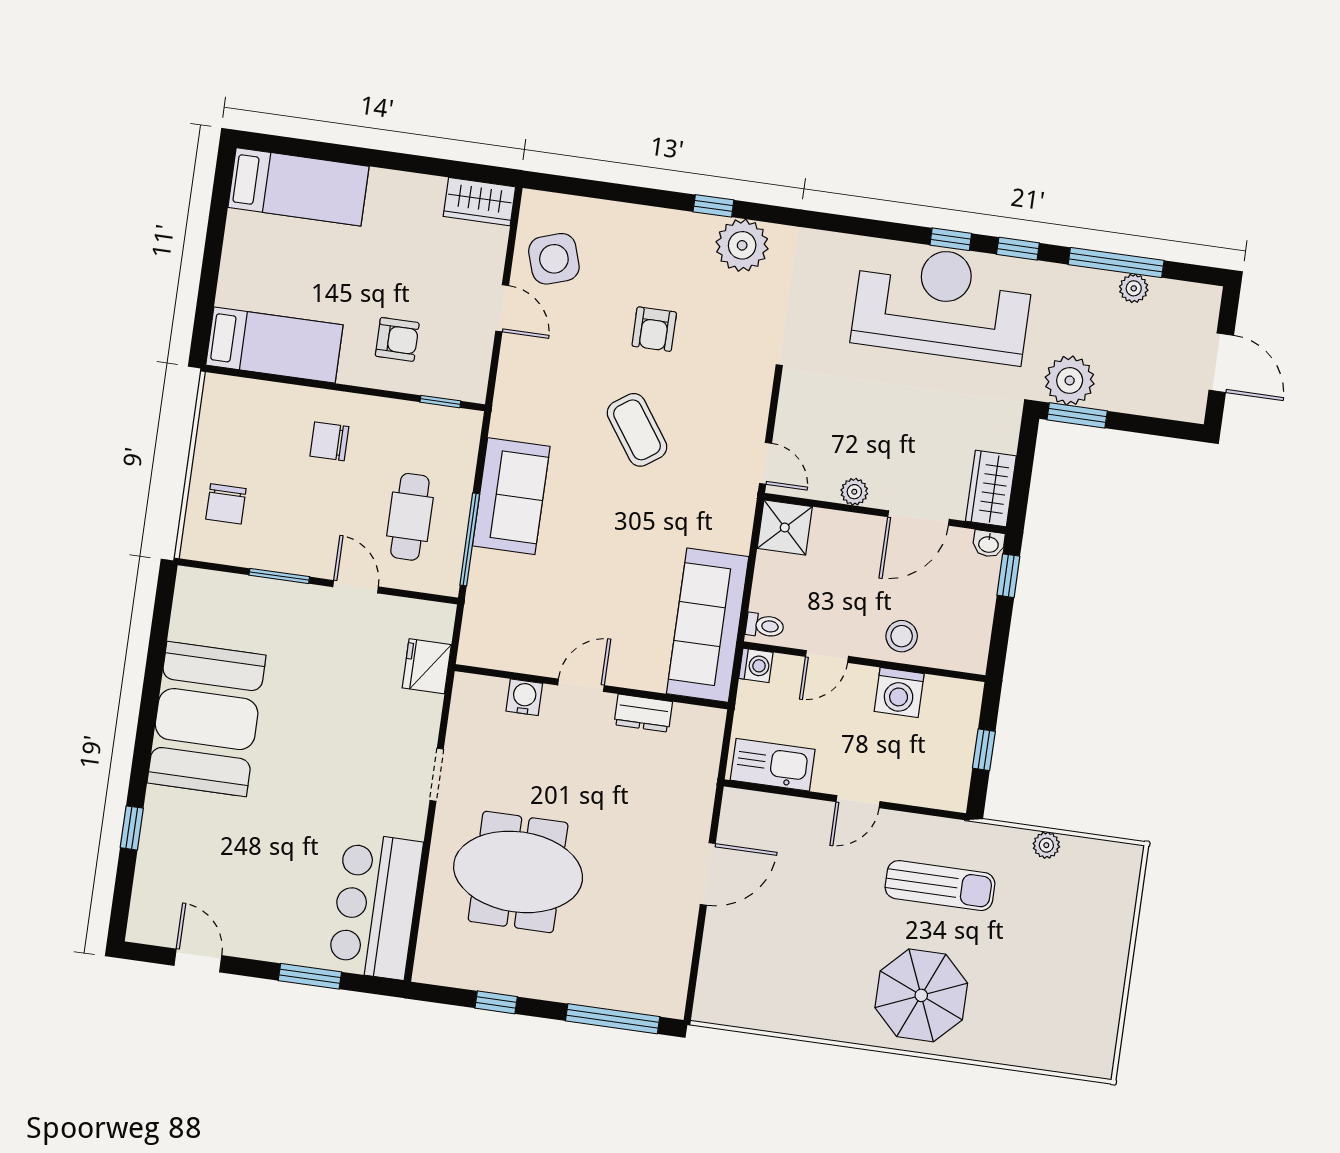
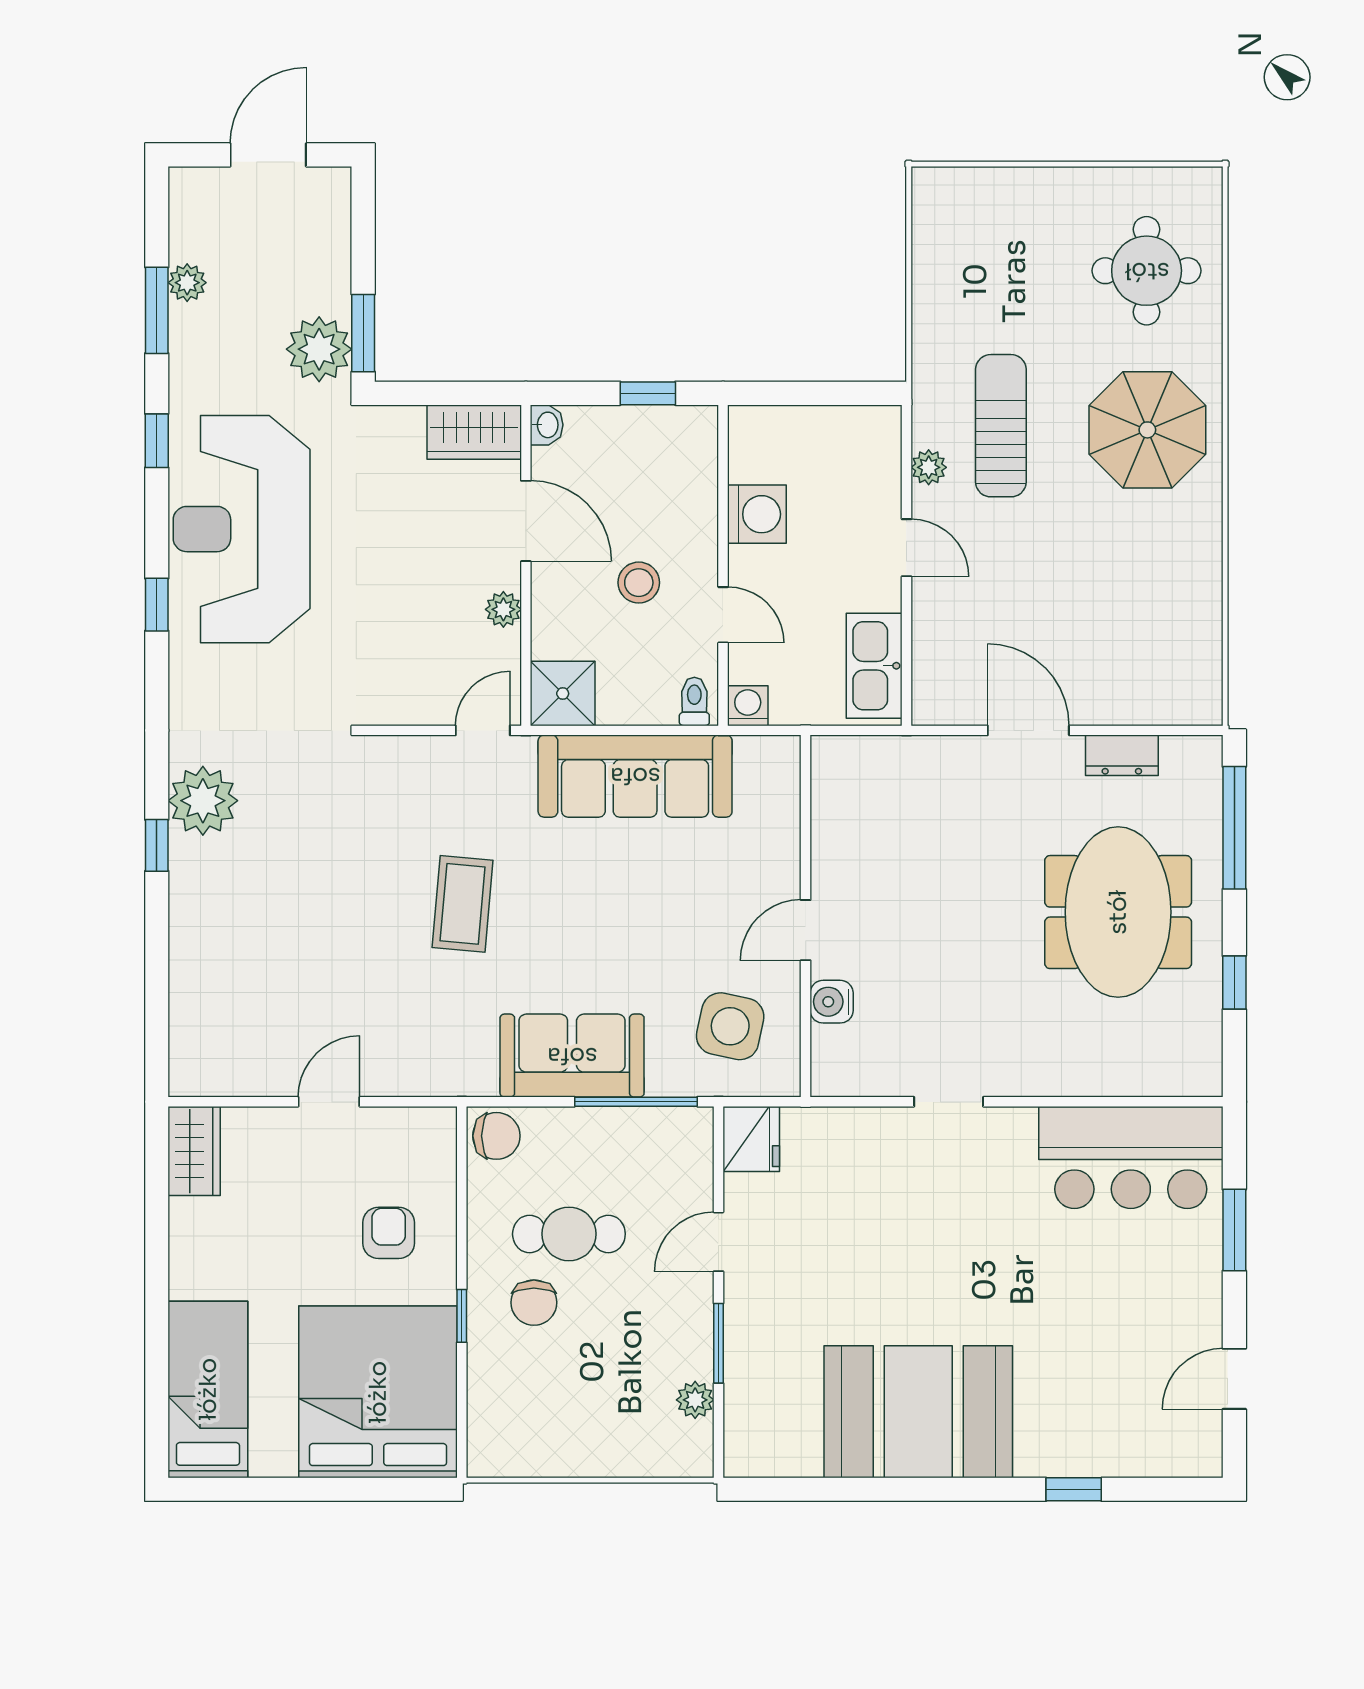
window: (951, 239) -> (157, 605), moved
side table: (554, 259) -> (730, 1026), moved, turned 30
window: (1116, 262) -> (157, 310), width x0.69
armchair: (654, 329) -> (328, 900), removed
bed: (274, 345) -> (378, 1392), width x2.04
window: (440, 402) -> (462, 1316), moved
coffee table: (637, 430) -> (463, 904), turned -50
chair: (226, 504) -> (496, 1136), moved
cafe table: (410, 517) -> (569, 1234), moved
plant: (239, 552) -> (695, 1400), added
window: (1008, 576) -> (648, 393), moved
sofa: (708, 625) -> (635, 776), moved
stool: (902, 636) -> (639, 583), moved
fridge: (427, 666) -> (751, 1139), moved, turned -90
door: (581, 685) -> (806, 930), hinge flipped
dresser: (643, 713) -> (1122, 755), moved, turned 90
window: (984, 750) -> (816, 393), removed
plant: (1046, 845) -> (929, 467), moved
meeting table: (518, 872) -> (1118, 912), moved
round table: (1041, 1012) -> (1147, 271), added

